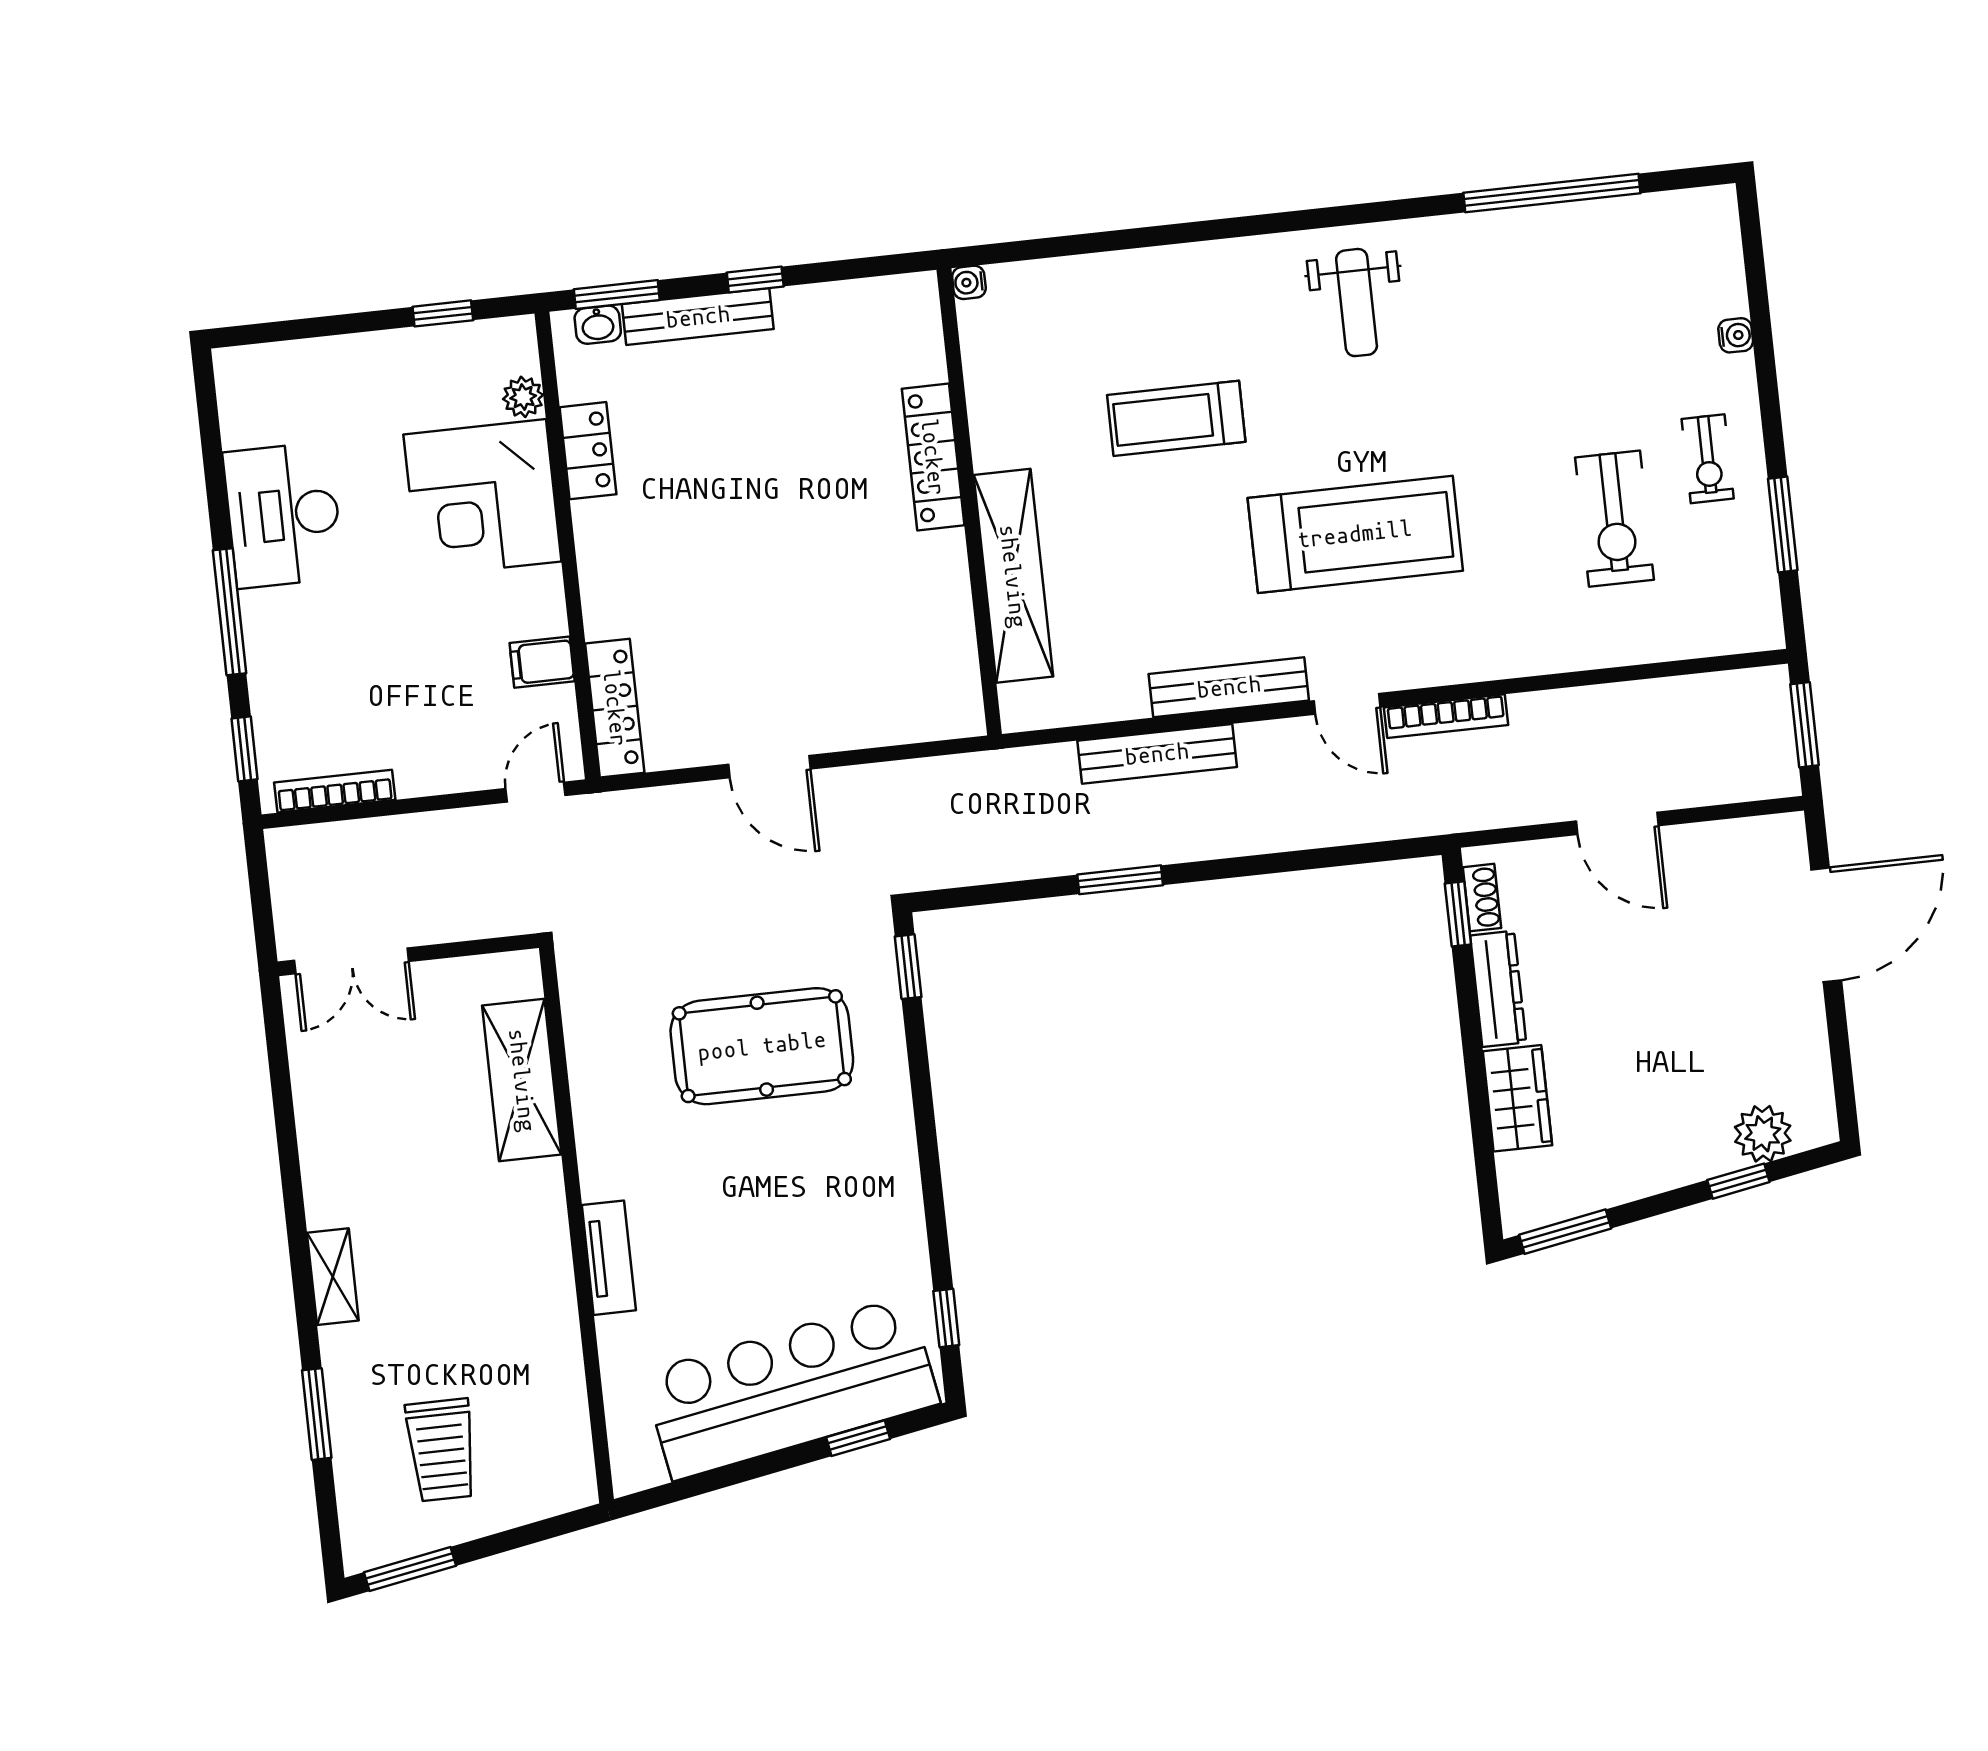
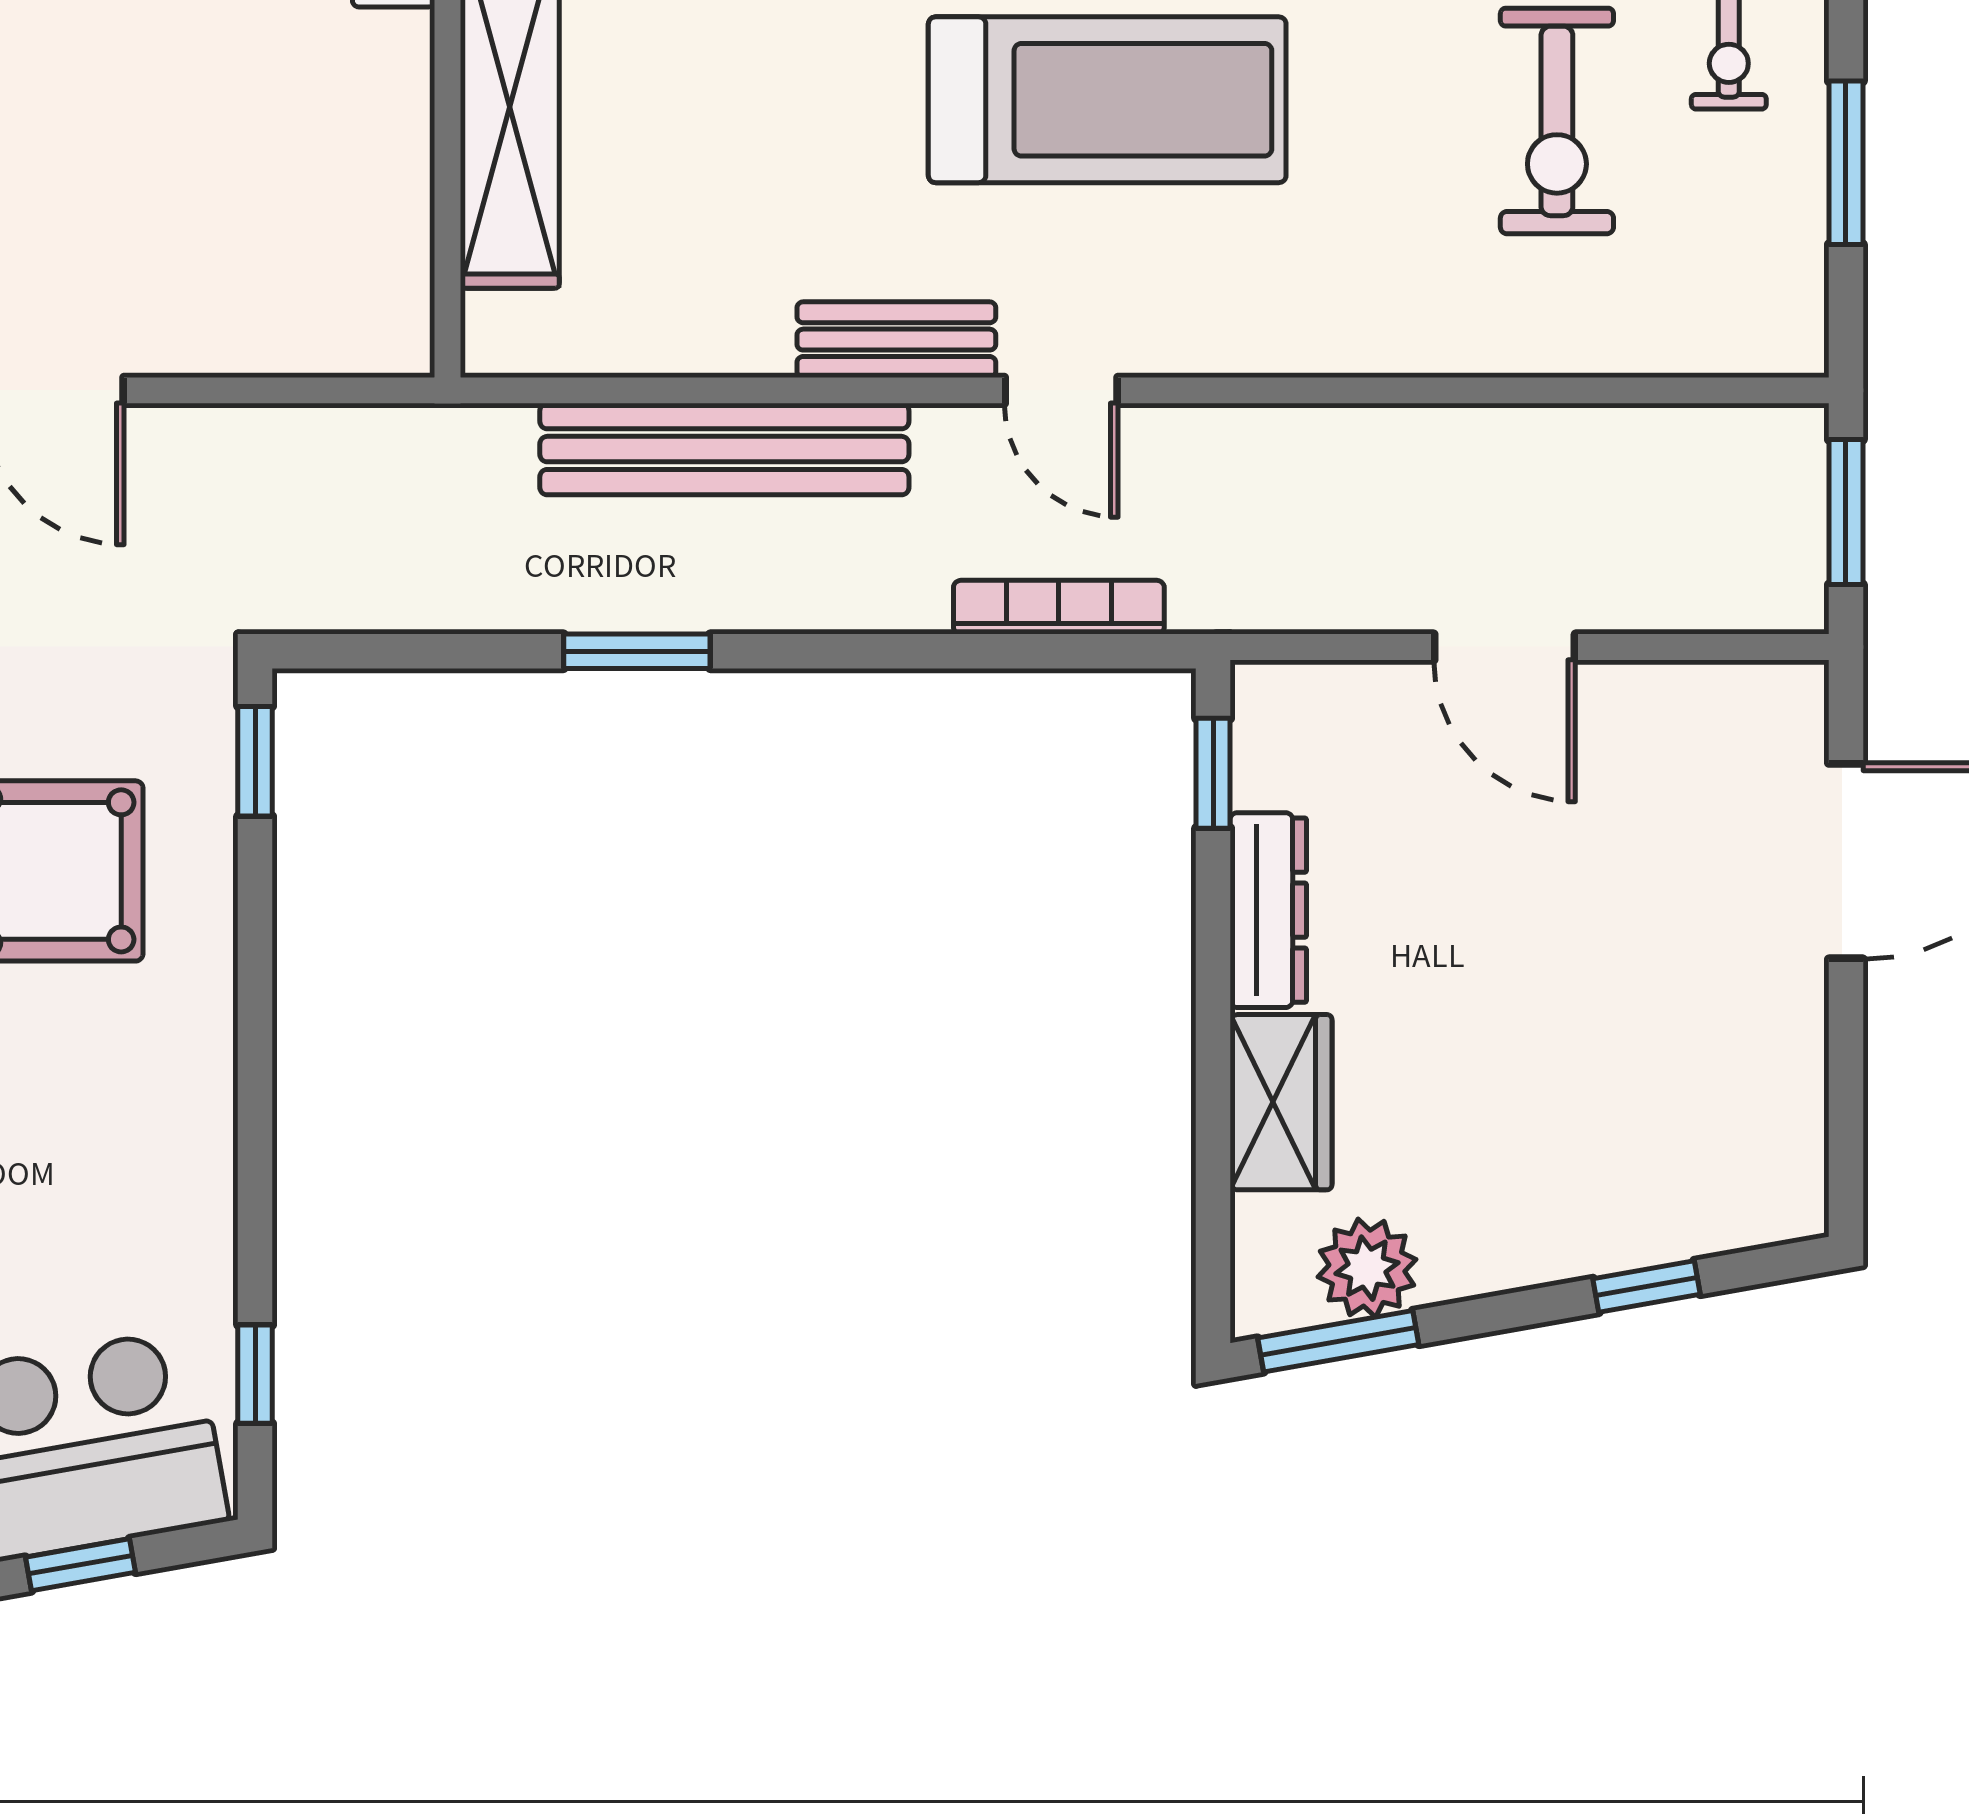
bench: (1229, 687) -> (896, 340), width x0.73
bookcase: (1446, 716) -> (1059, 607), moved, turned 180
bench: (1157, 754) -> (724, 449), width x1.37, depth x1.21
shoe rack: (1482, 898) -> (1257, 750), removed
plant: (1763, 1134) -> (1367, 1268), moved

